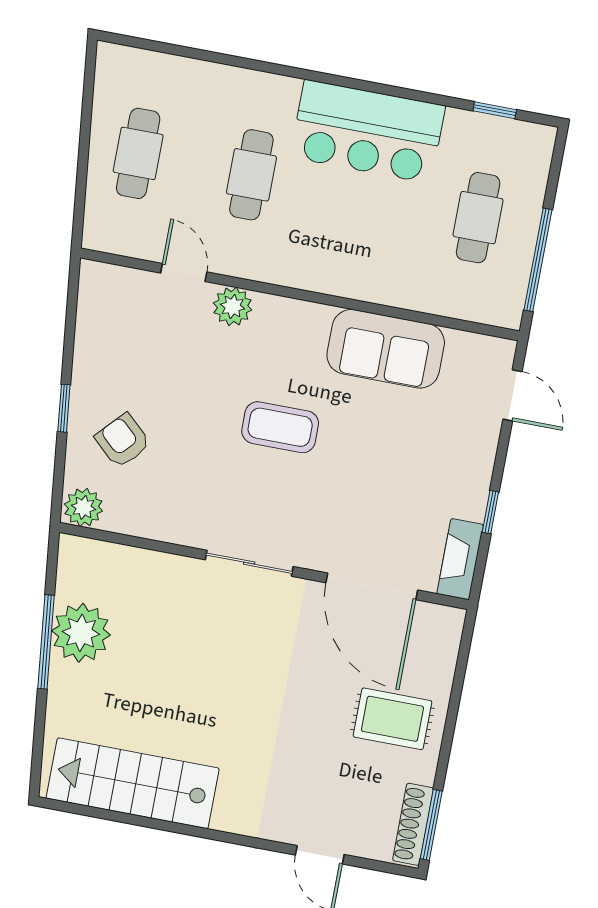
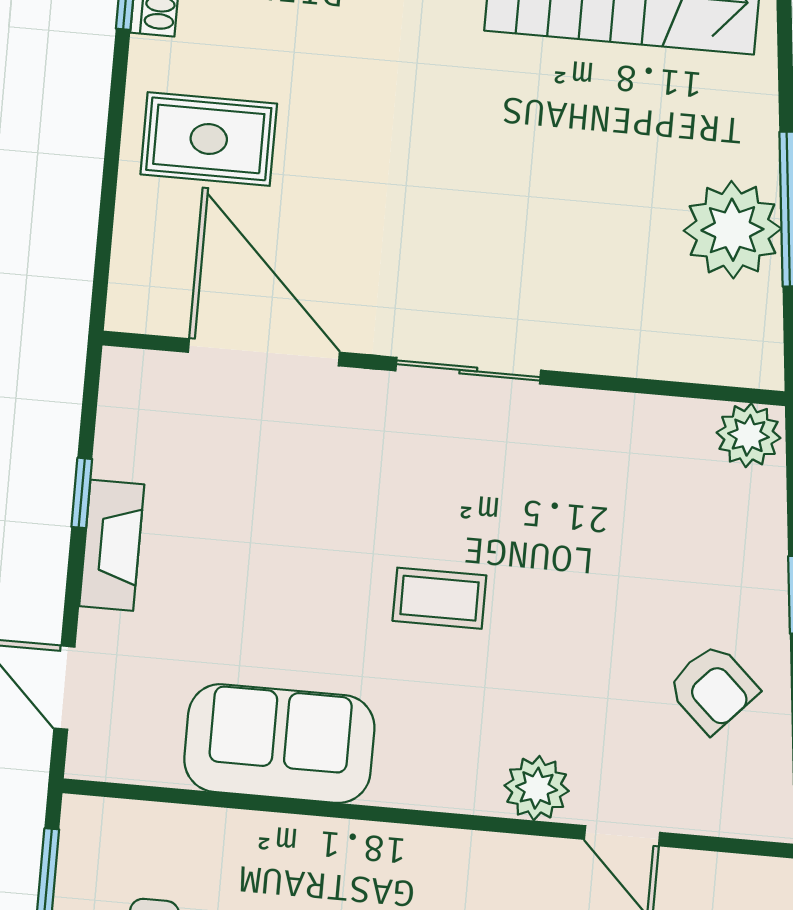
coffee table: (280, 427) -> (439, 598), width x0.73, depth x0.77
armchair: (123, 441) -> (713, 688), moved
fireplace: (460, 559) -> (112, 545), moved

